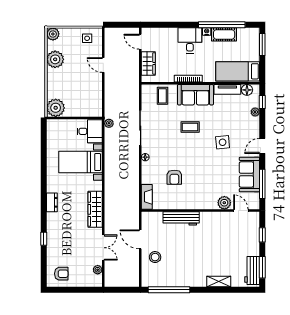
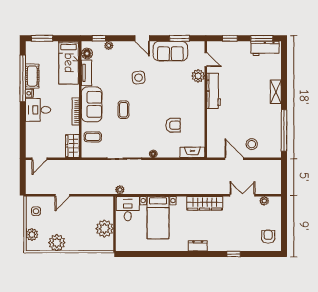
plant: (53, 34) -> (32, 235), moved
wardrobe: (148, 63) -> (72, 146), moved, turned -90
plant: (56, 108) -> (105, 229), moved
window: (262, 184) -> (180, 38), width x0.69
door: (241, 210) -> (206, 60), swing flipped
workbench: (181, 218) -> (214, 91), moved
door: (140, 239) -> (234, 159), swing flipped
shelving: (219, 281) -> (276, 92), moved

